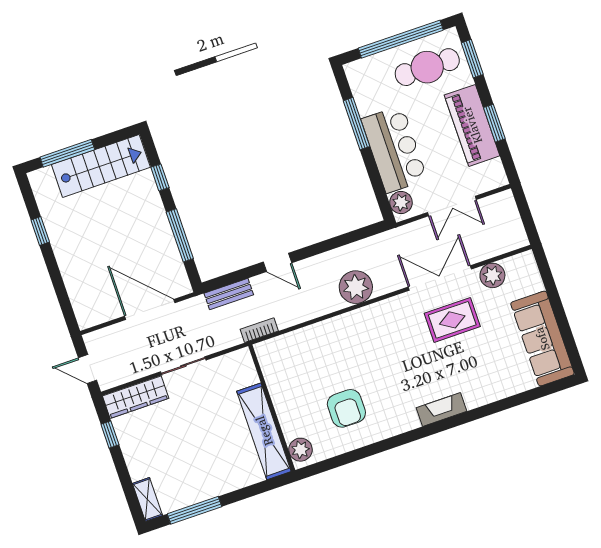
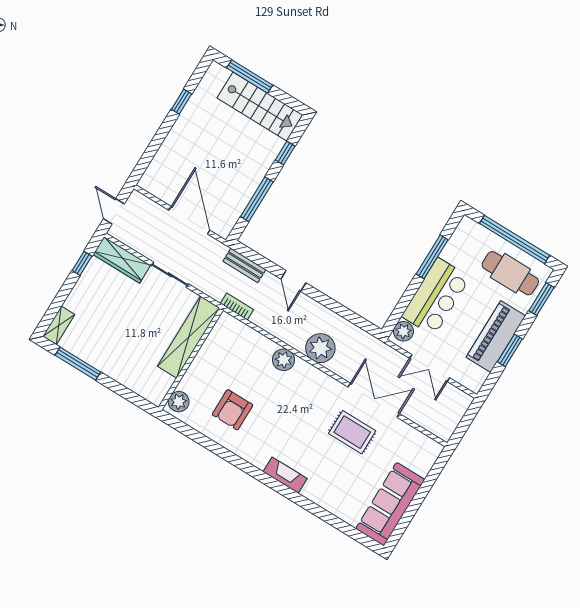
plant: (492, 275) -> (284, 360), moved
shelving: (264, 431) -> (189, 337), moved

